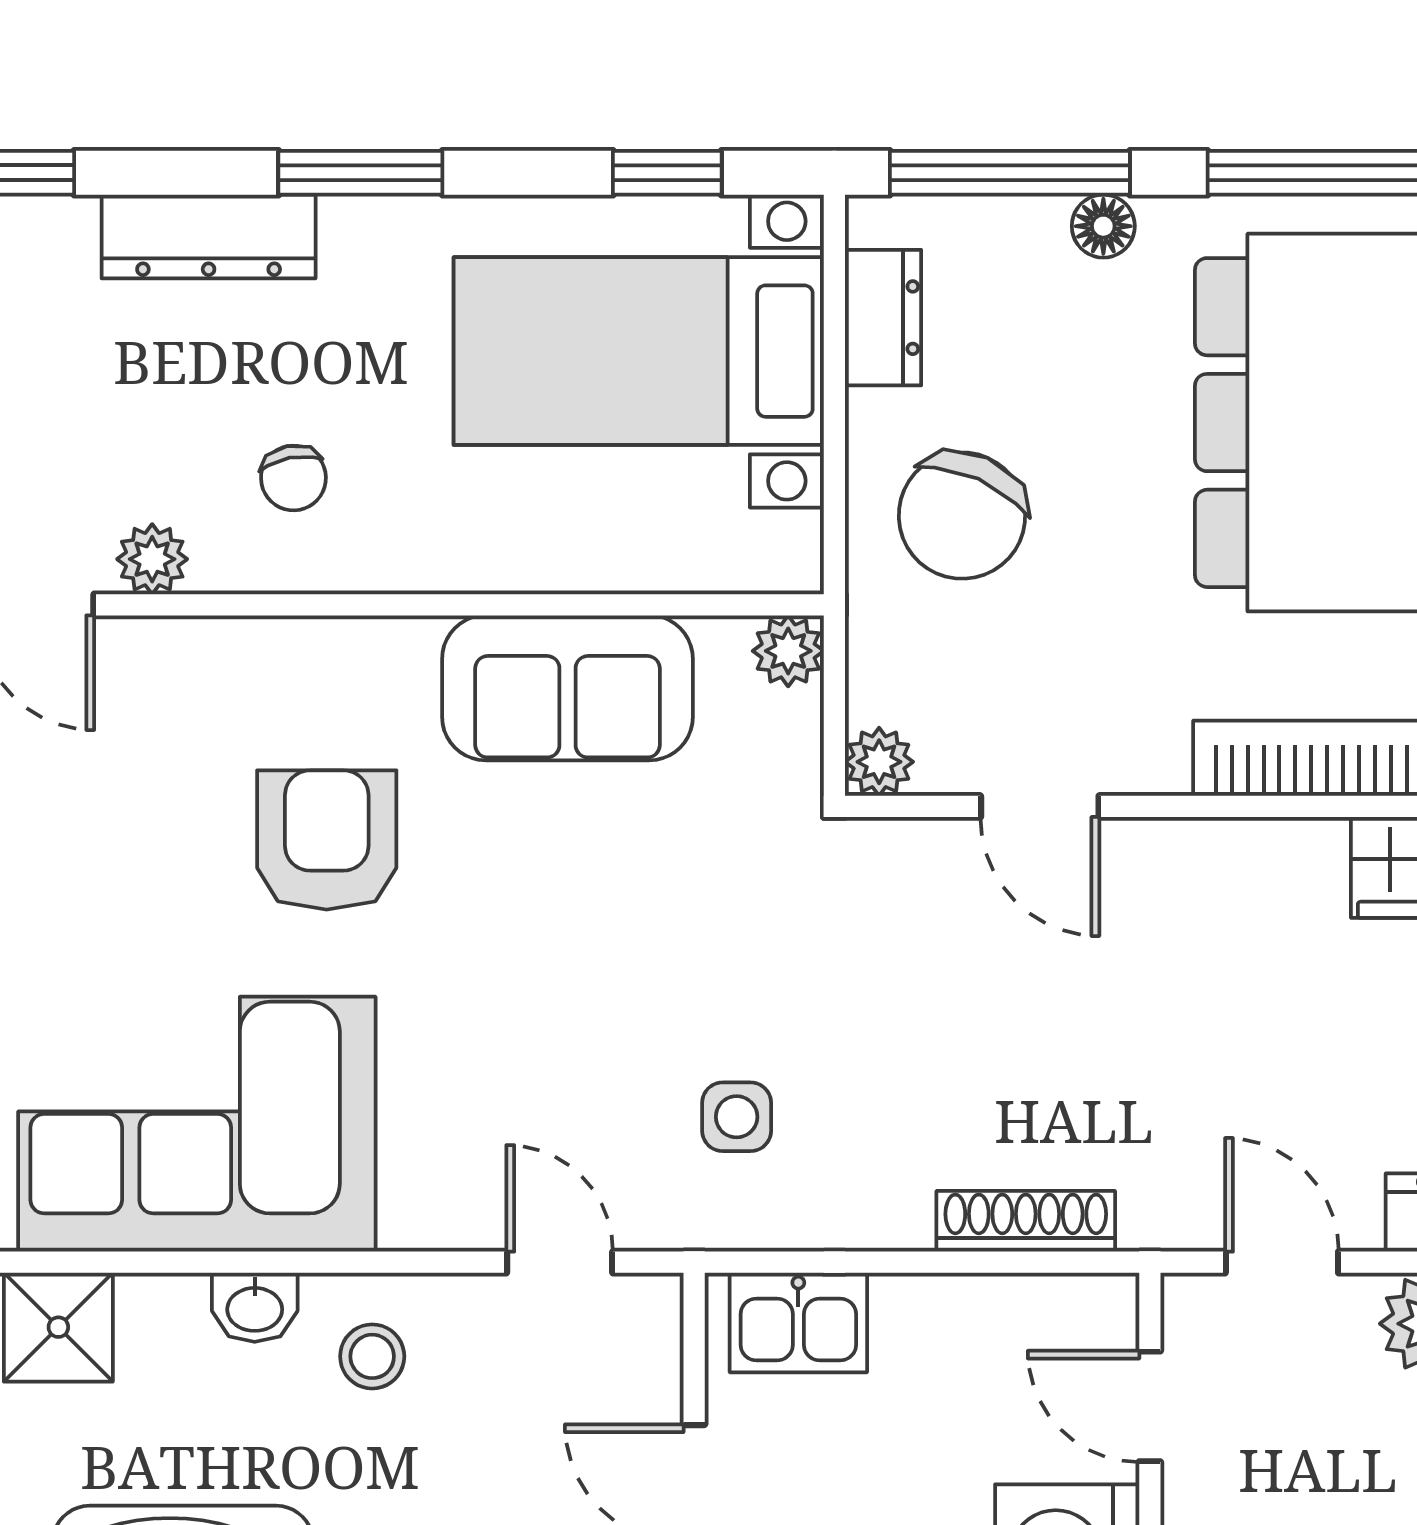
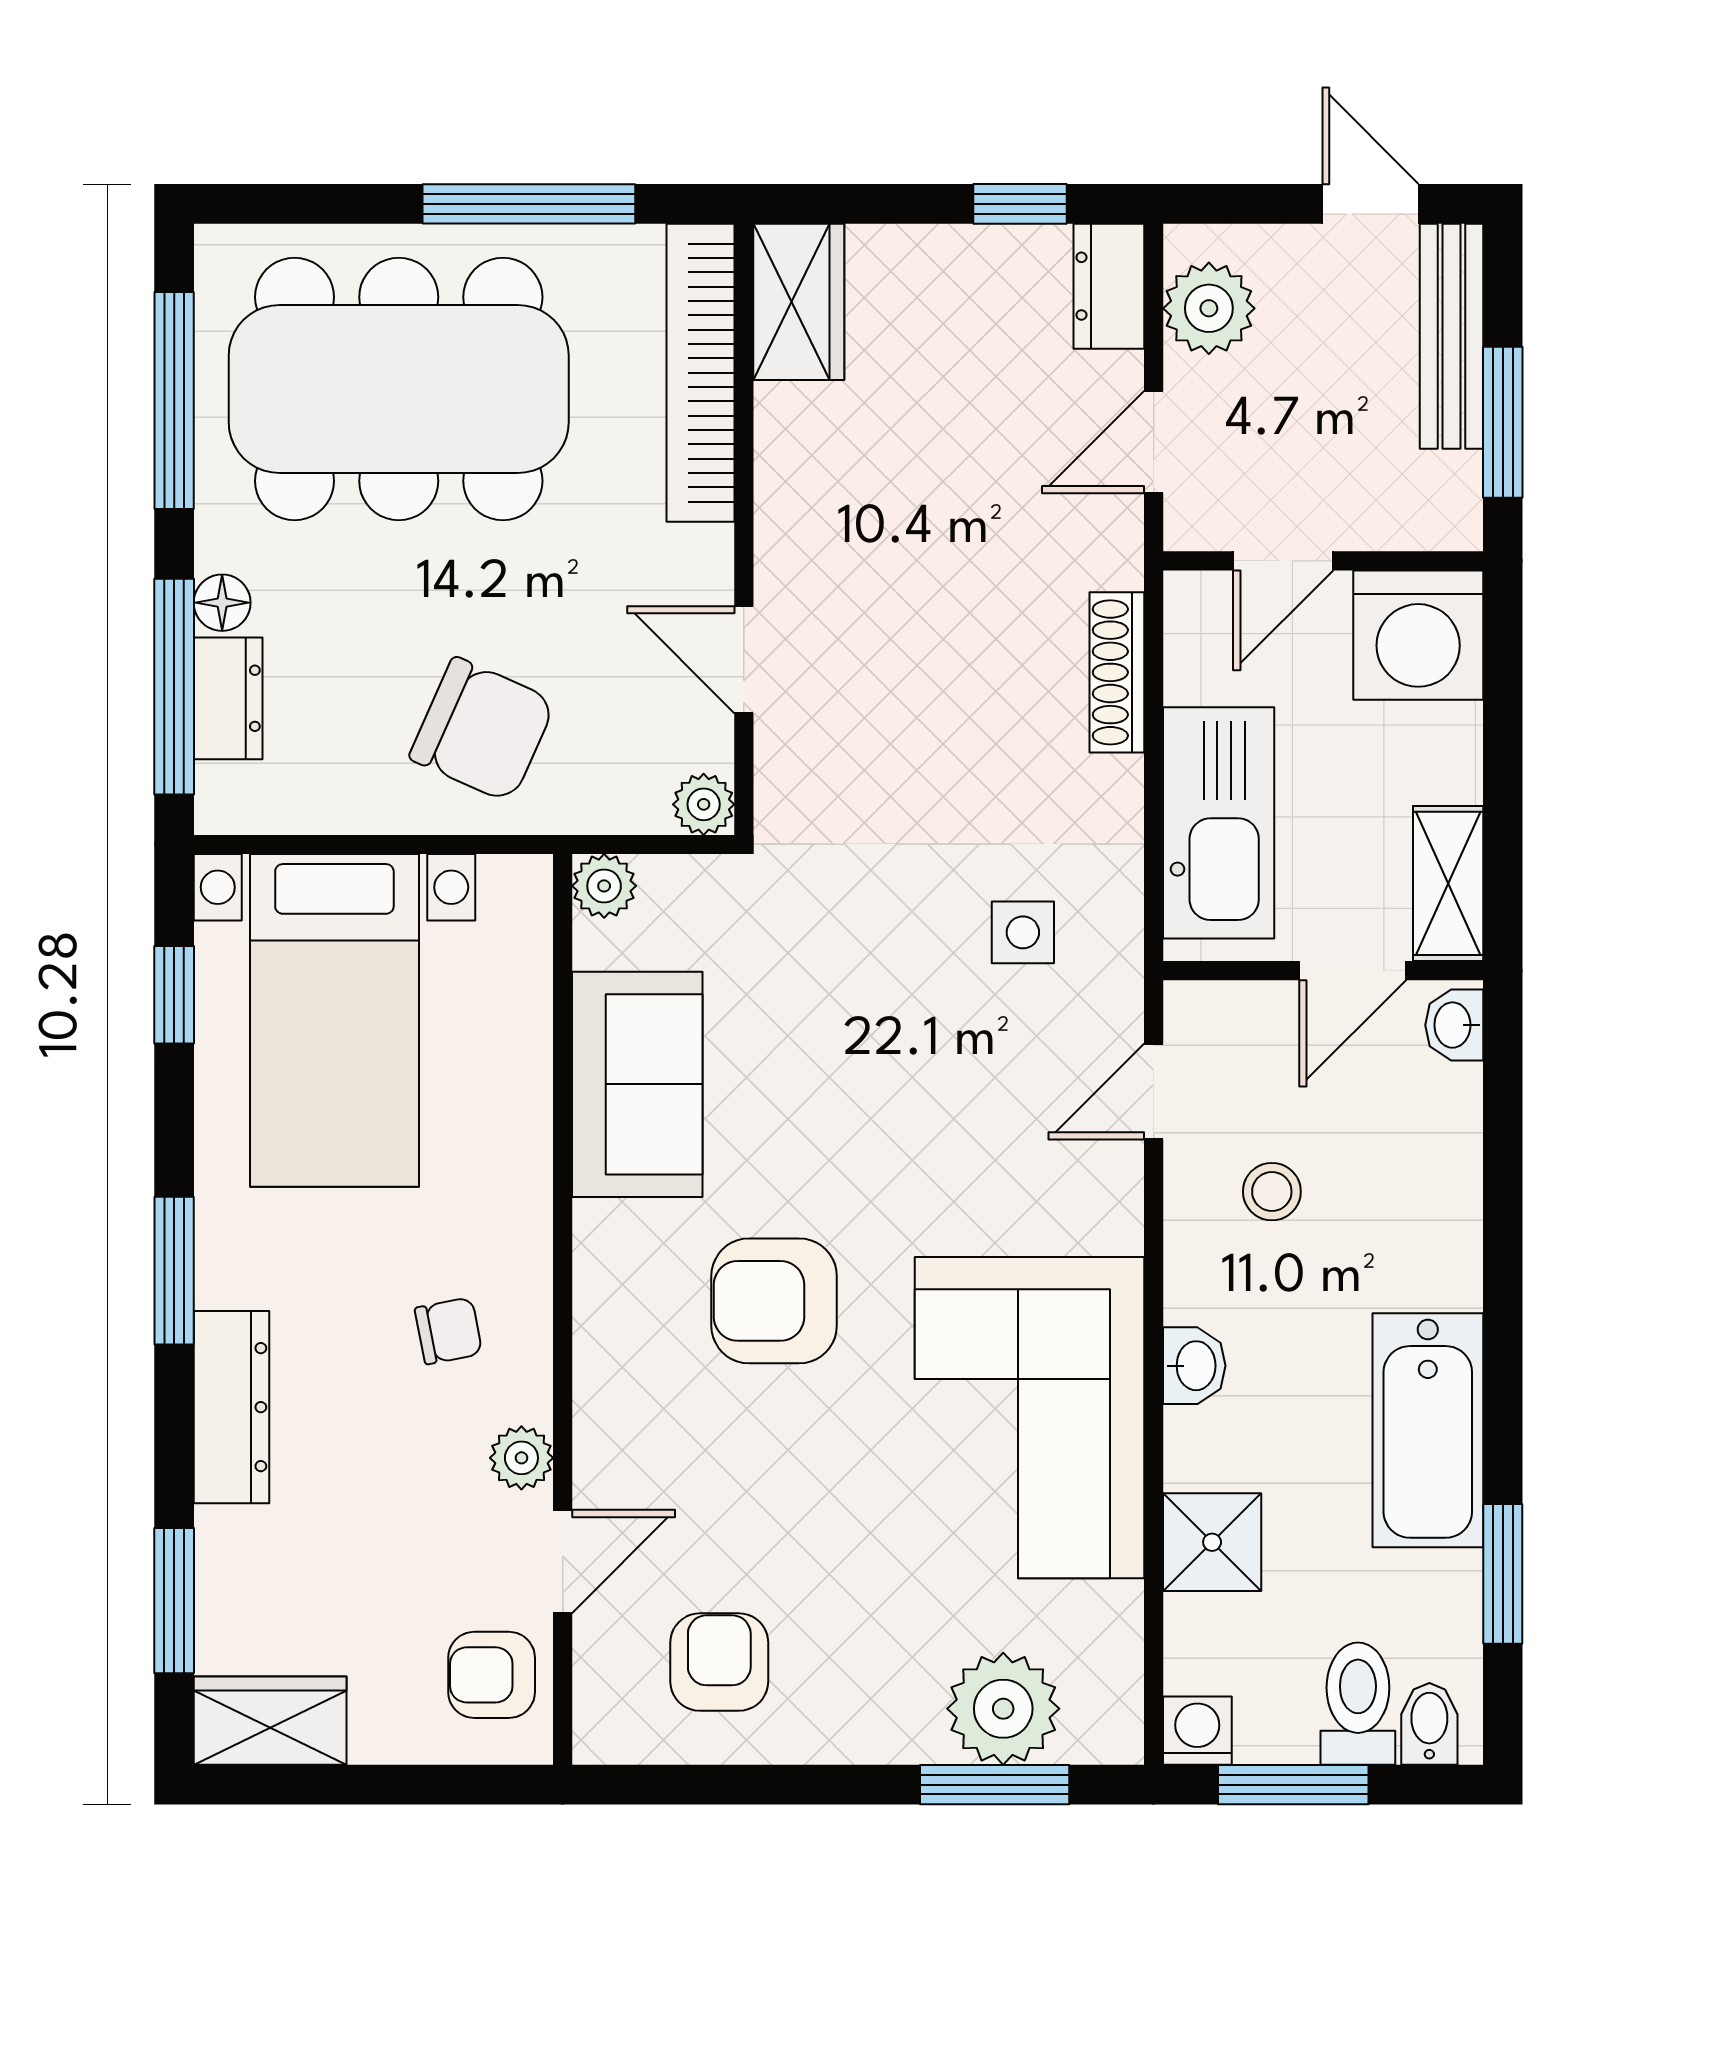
dresser: (883, 318) -> (228, 698), moved, turned 90
door: (1040, 806) -> (744, 660), swing flipped
kitchen sink: (798, 1322) -> (1219, 823), width x1.88, depth x1.24
stool: (372, 1356) -> (1272, 1192), moved

